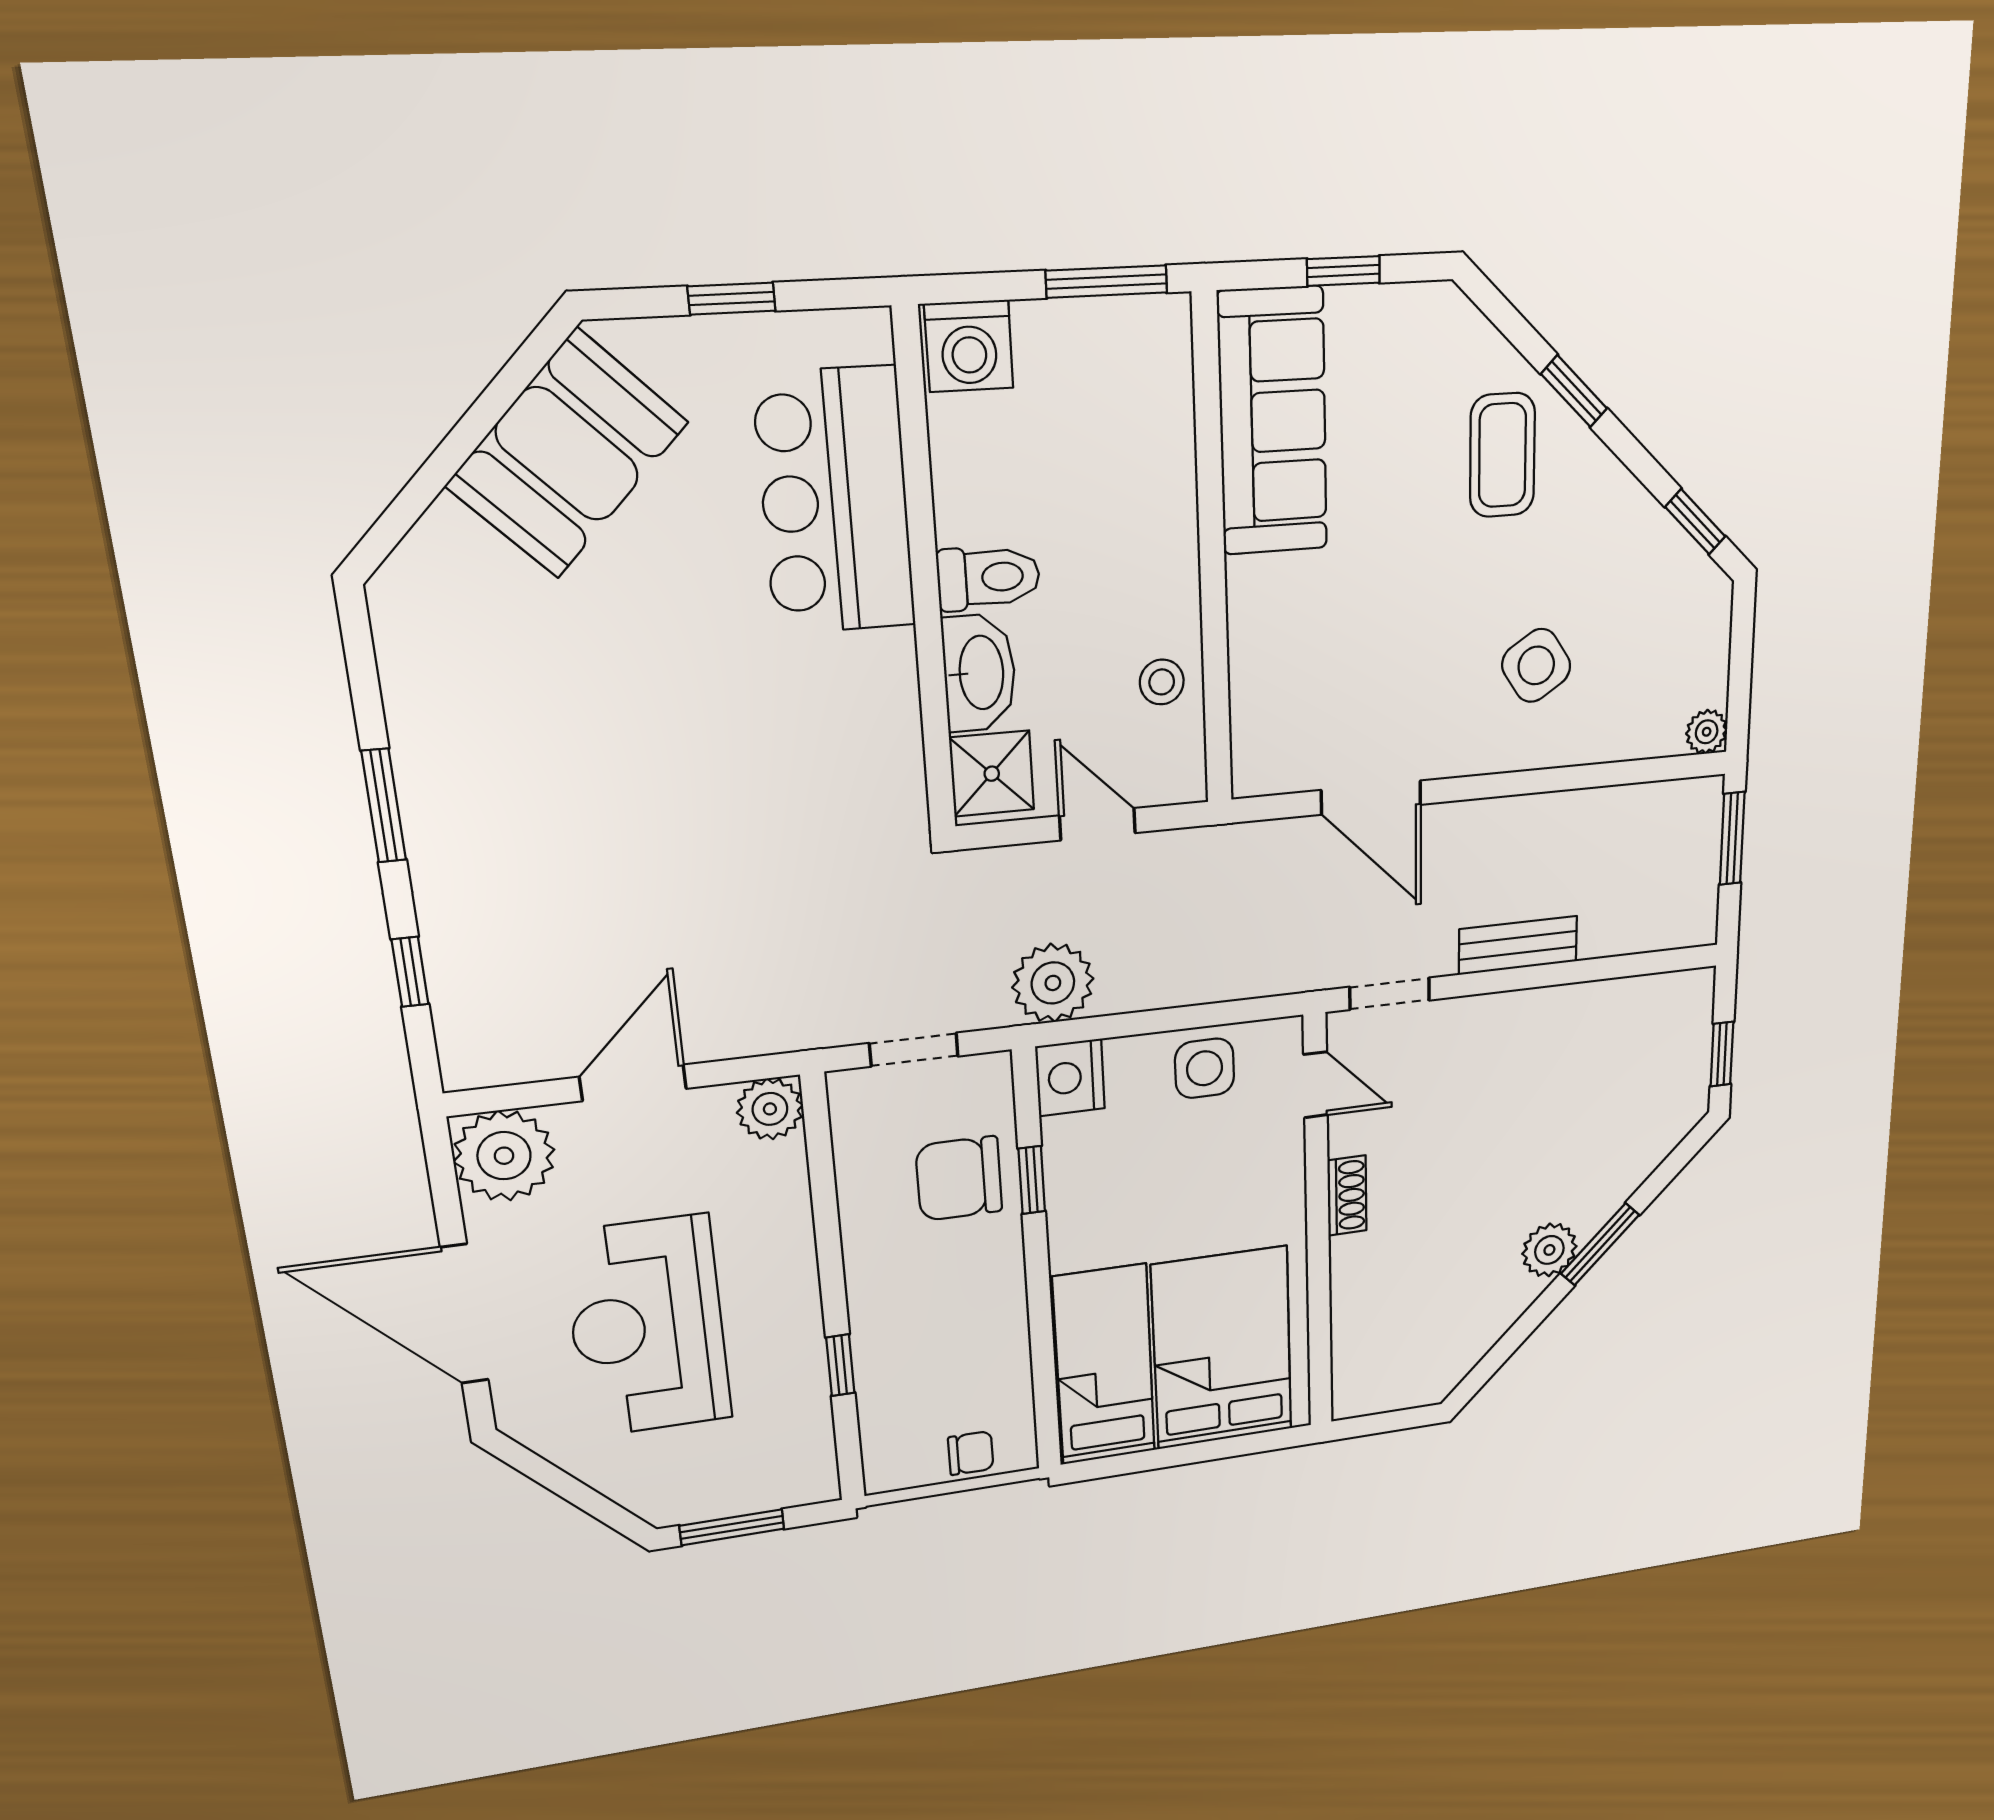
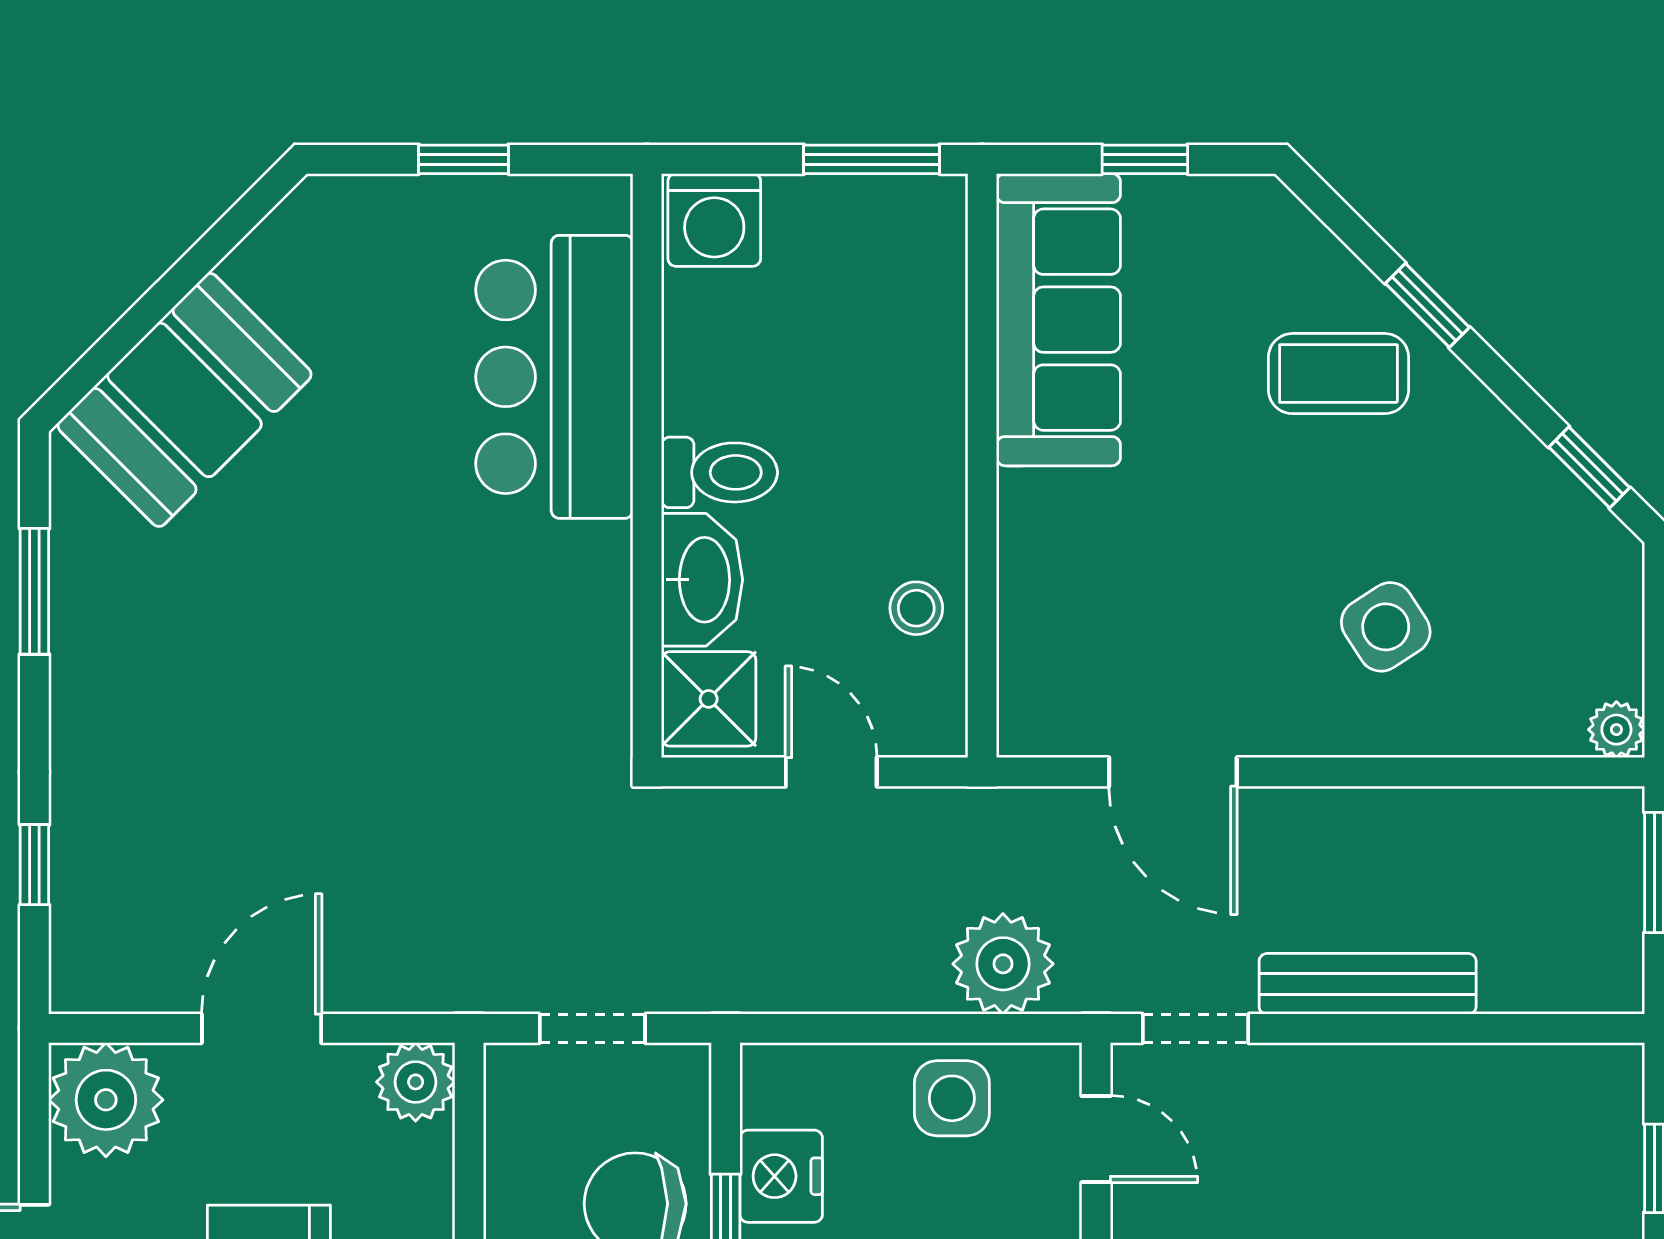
booth: (567, 454) -> (185, 400), moved
coffee table: (1502, 455) -> (1339, 374), turned 90
window: (384, 806) -> (34, 591), moved
bench: (1518, 945) -> (1368, 984), width x1.36
plant: (1053, 983) -> (1003, 964), moved
nightstand: (1070, 1078) -> (781, 1176), moved

